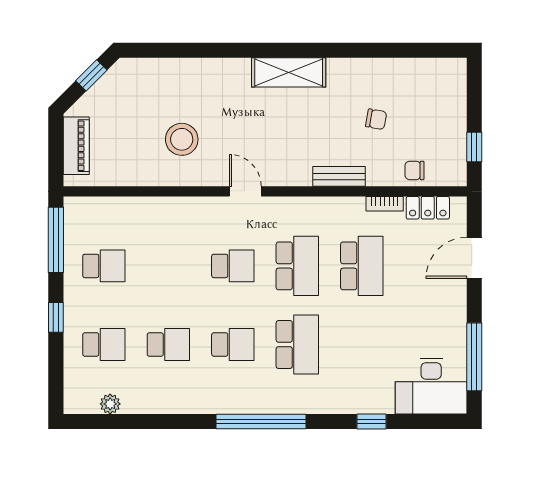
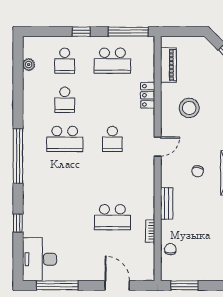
chair: (376, 119) -> (198, 171), moved
piano: (76, 146) -> (168, 65), moved, turned -90
window: (474, 147) -> (184, 285), width x1.50
locker: (428, 208) -> (148, 95), moved
school desk: (104, 266) -> (112, 61), width x1.85
school desk: (297, 266) -> (112, 178), removed
school desk: (233, 344) -> (65, 139), width x1.85
school desk: (297, 344) -> (65, 178), removed

